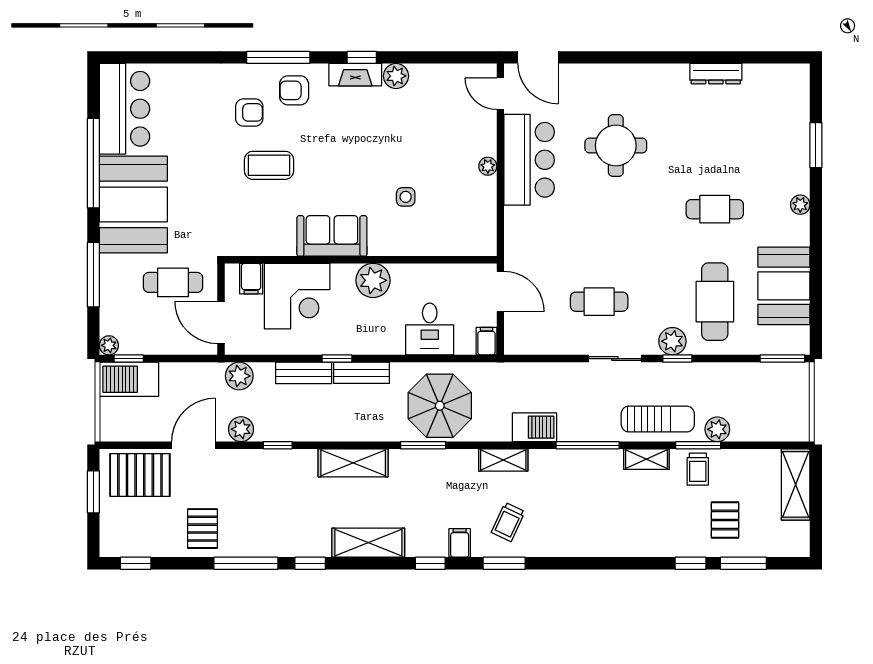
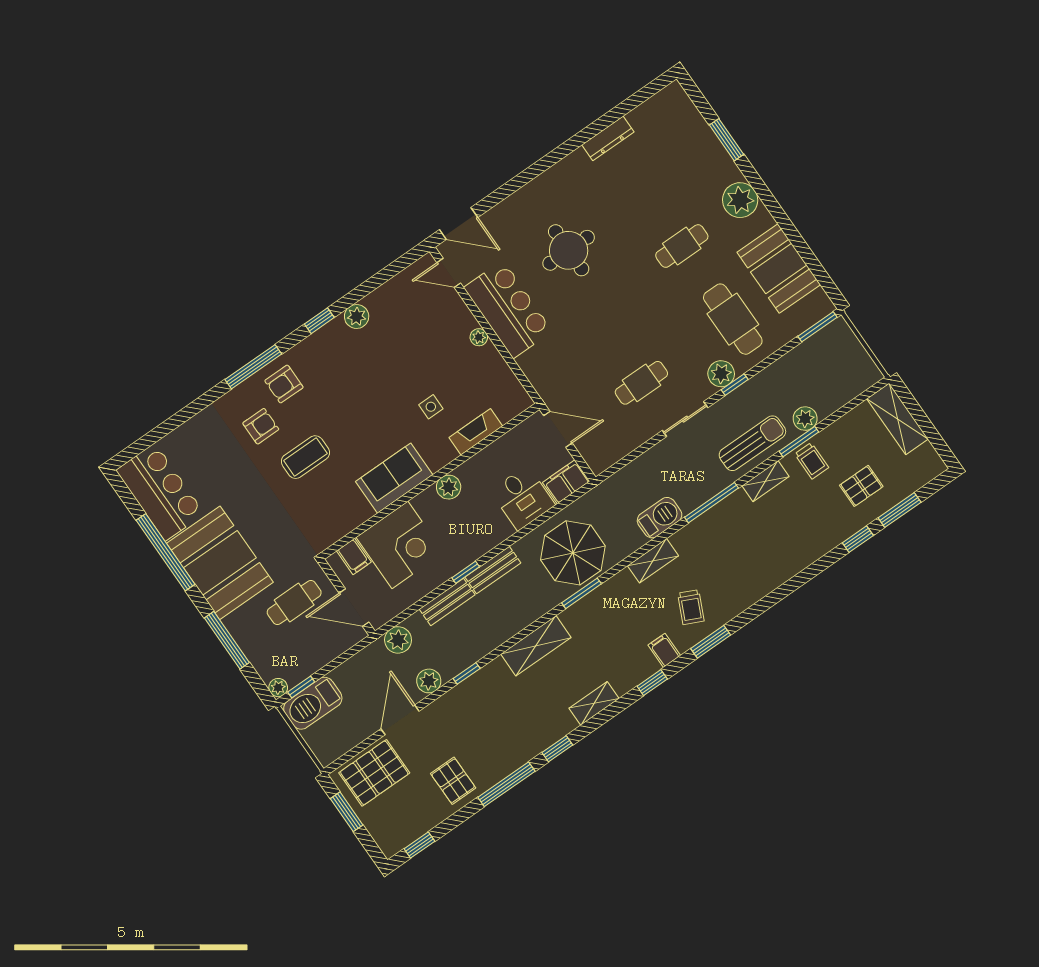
fireplace: (355, 75) -> (476, 432), moved, turned 180
plant: (800, 205) -> (740, 200), width x1.87, depth x1.87
plant: (373, 280) -> (449, 487), width x0.73, depth x0.73
filing cabinet: (486, 341) -> (566, 482), width x2.00
pallet: (725, 520) -> (861, 486), turned 90
shelving: (368, 543) -> (594, 703), width x0.67, depth x0.75

